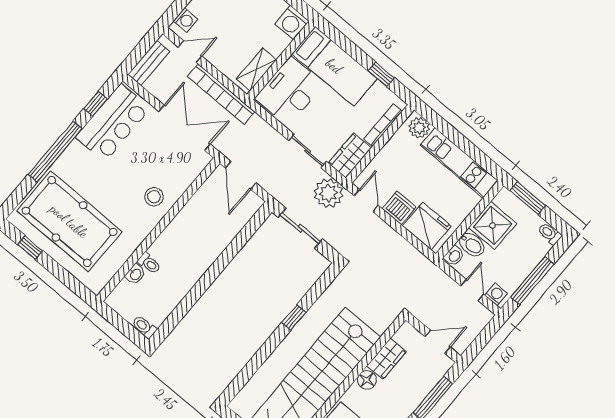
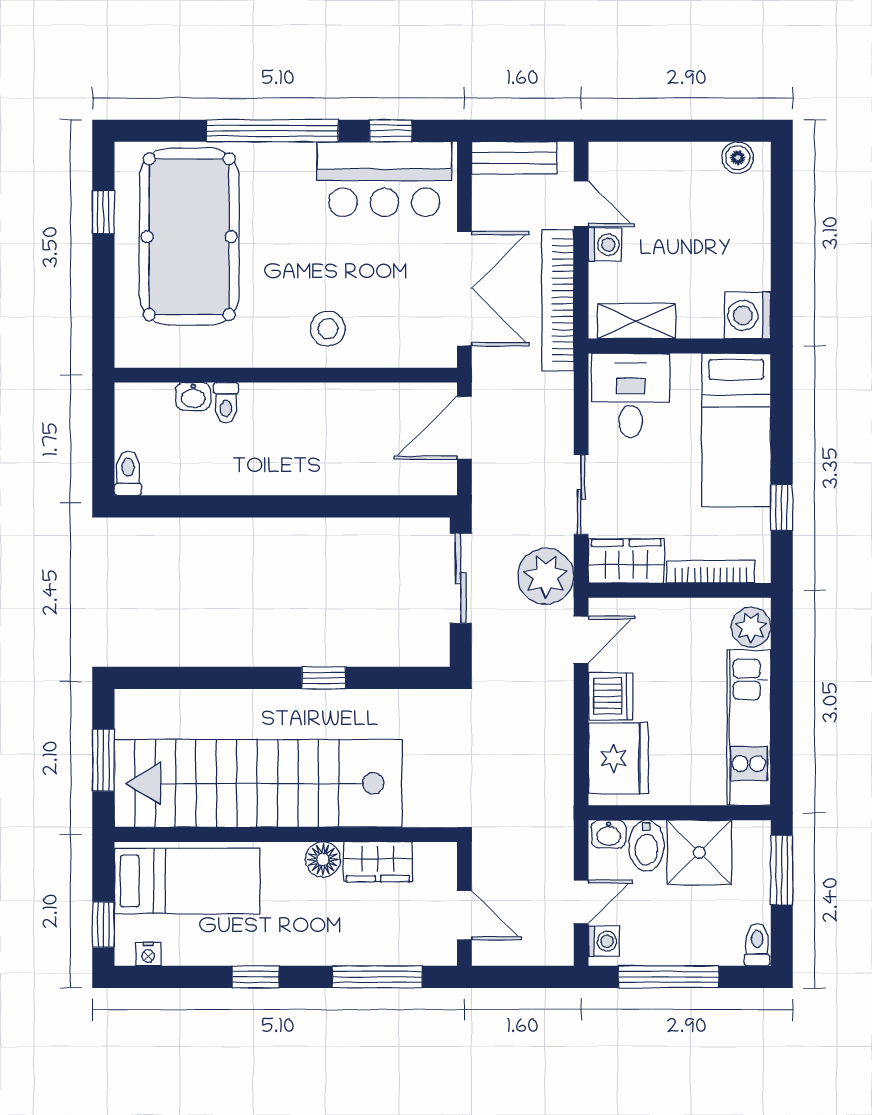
washing machine: (185, 20) -> (605, 245), moved, turned -90
desk: (289, 91) -> (631, 395), width x0.73

